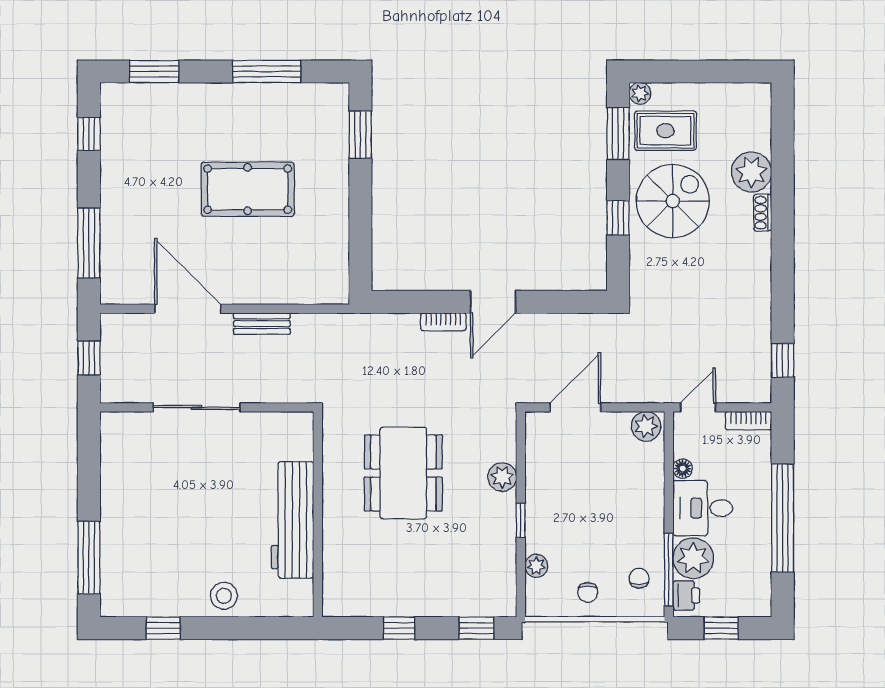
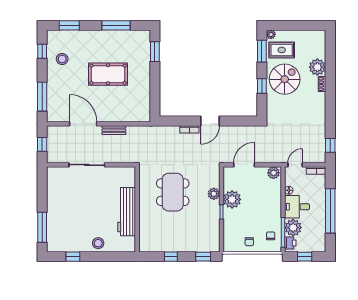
stool: (137, 152) -> (62, 59), added
plant: (536, 566) -> (232, 199), moved, width x1.87, depth x1.87

